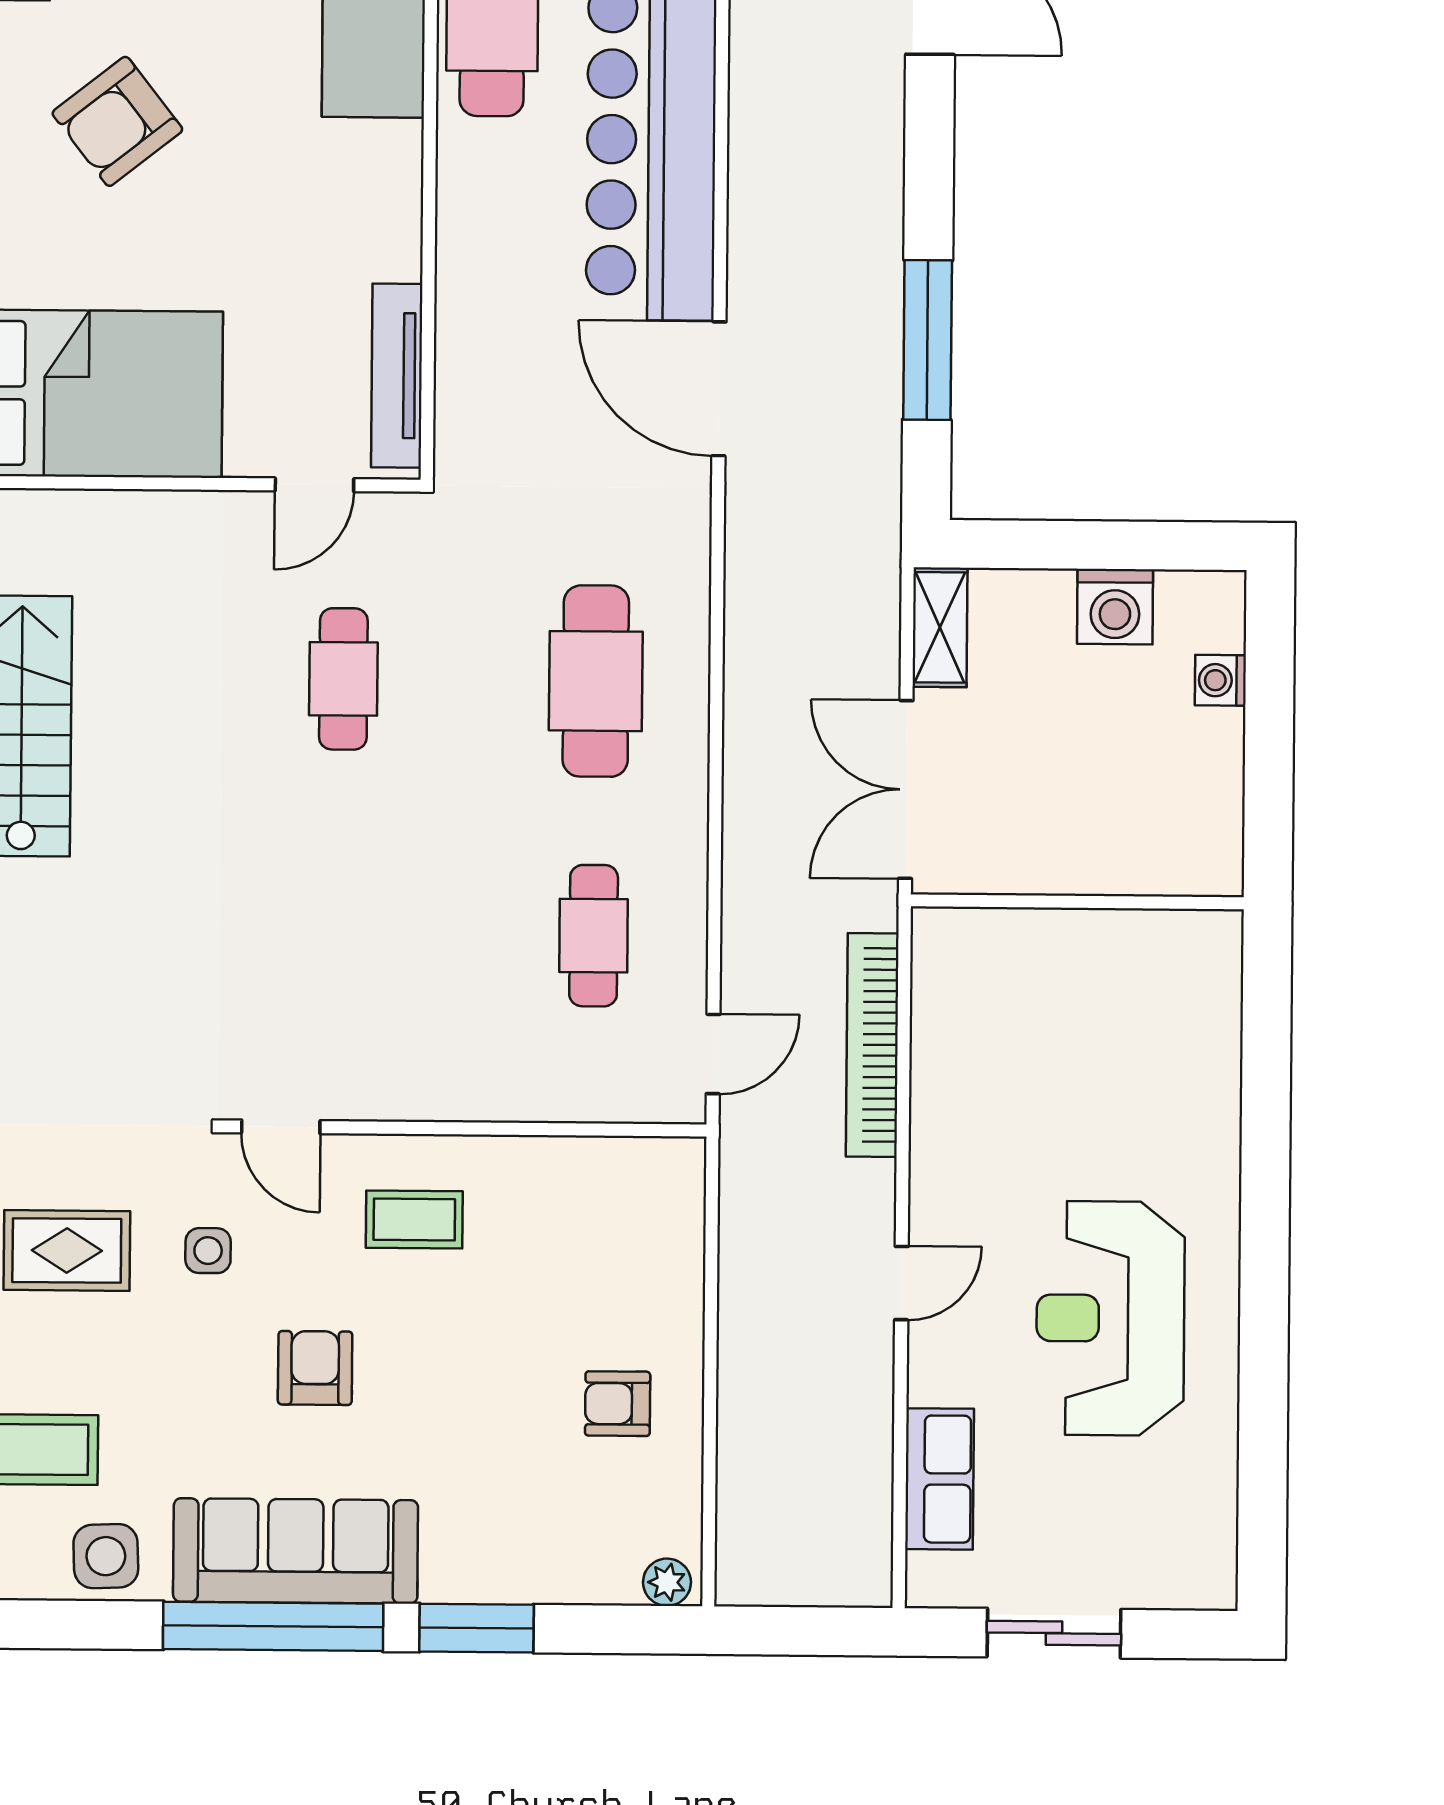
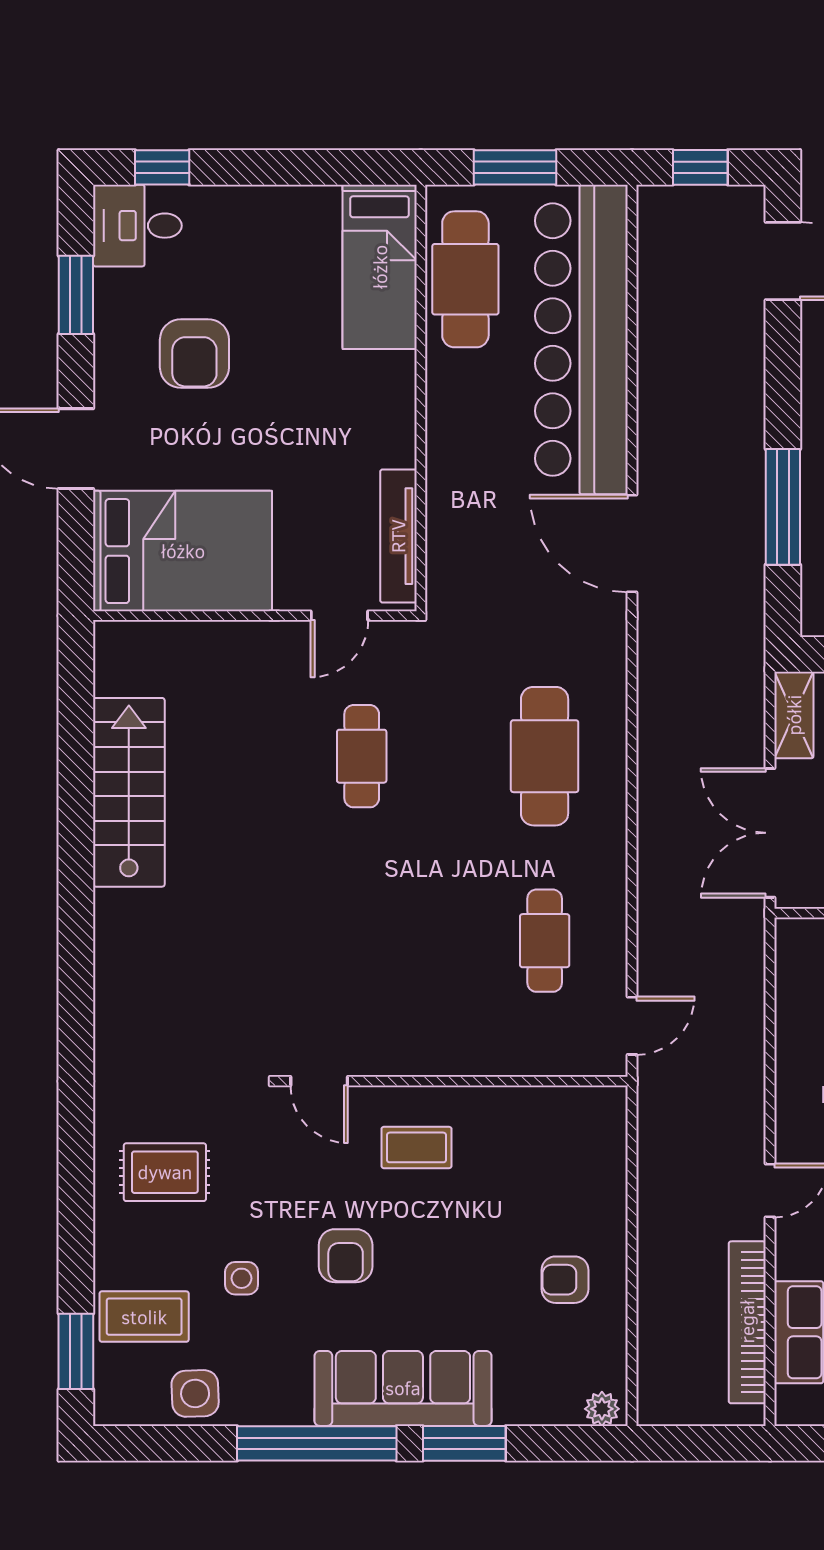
armchair: (117, 121) -> (194, 354), turned -52
bookcase: (872, 1045) -> (747, 1322), moved
side table: (208, 1251) -> (242, 1278), moved
armchair: (315, 1368) -> (346, 1256), turned 180
sofa: (296, 1551) -> (403, 1388), moved

